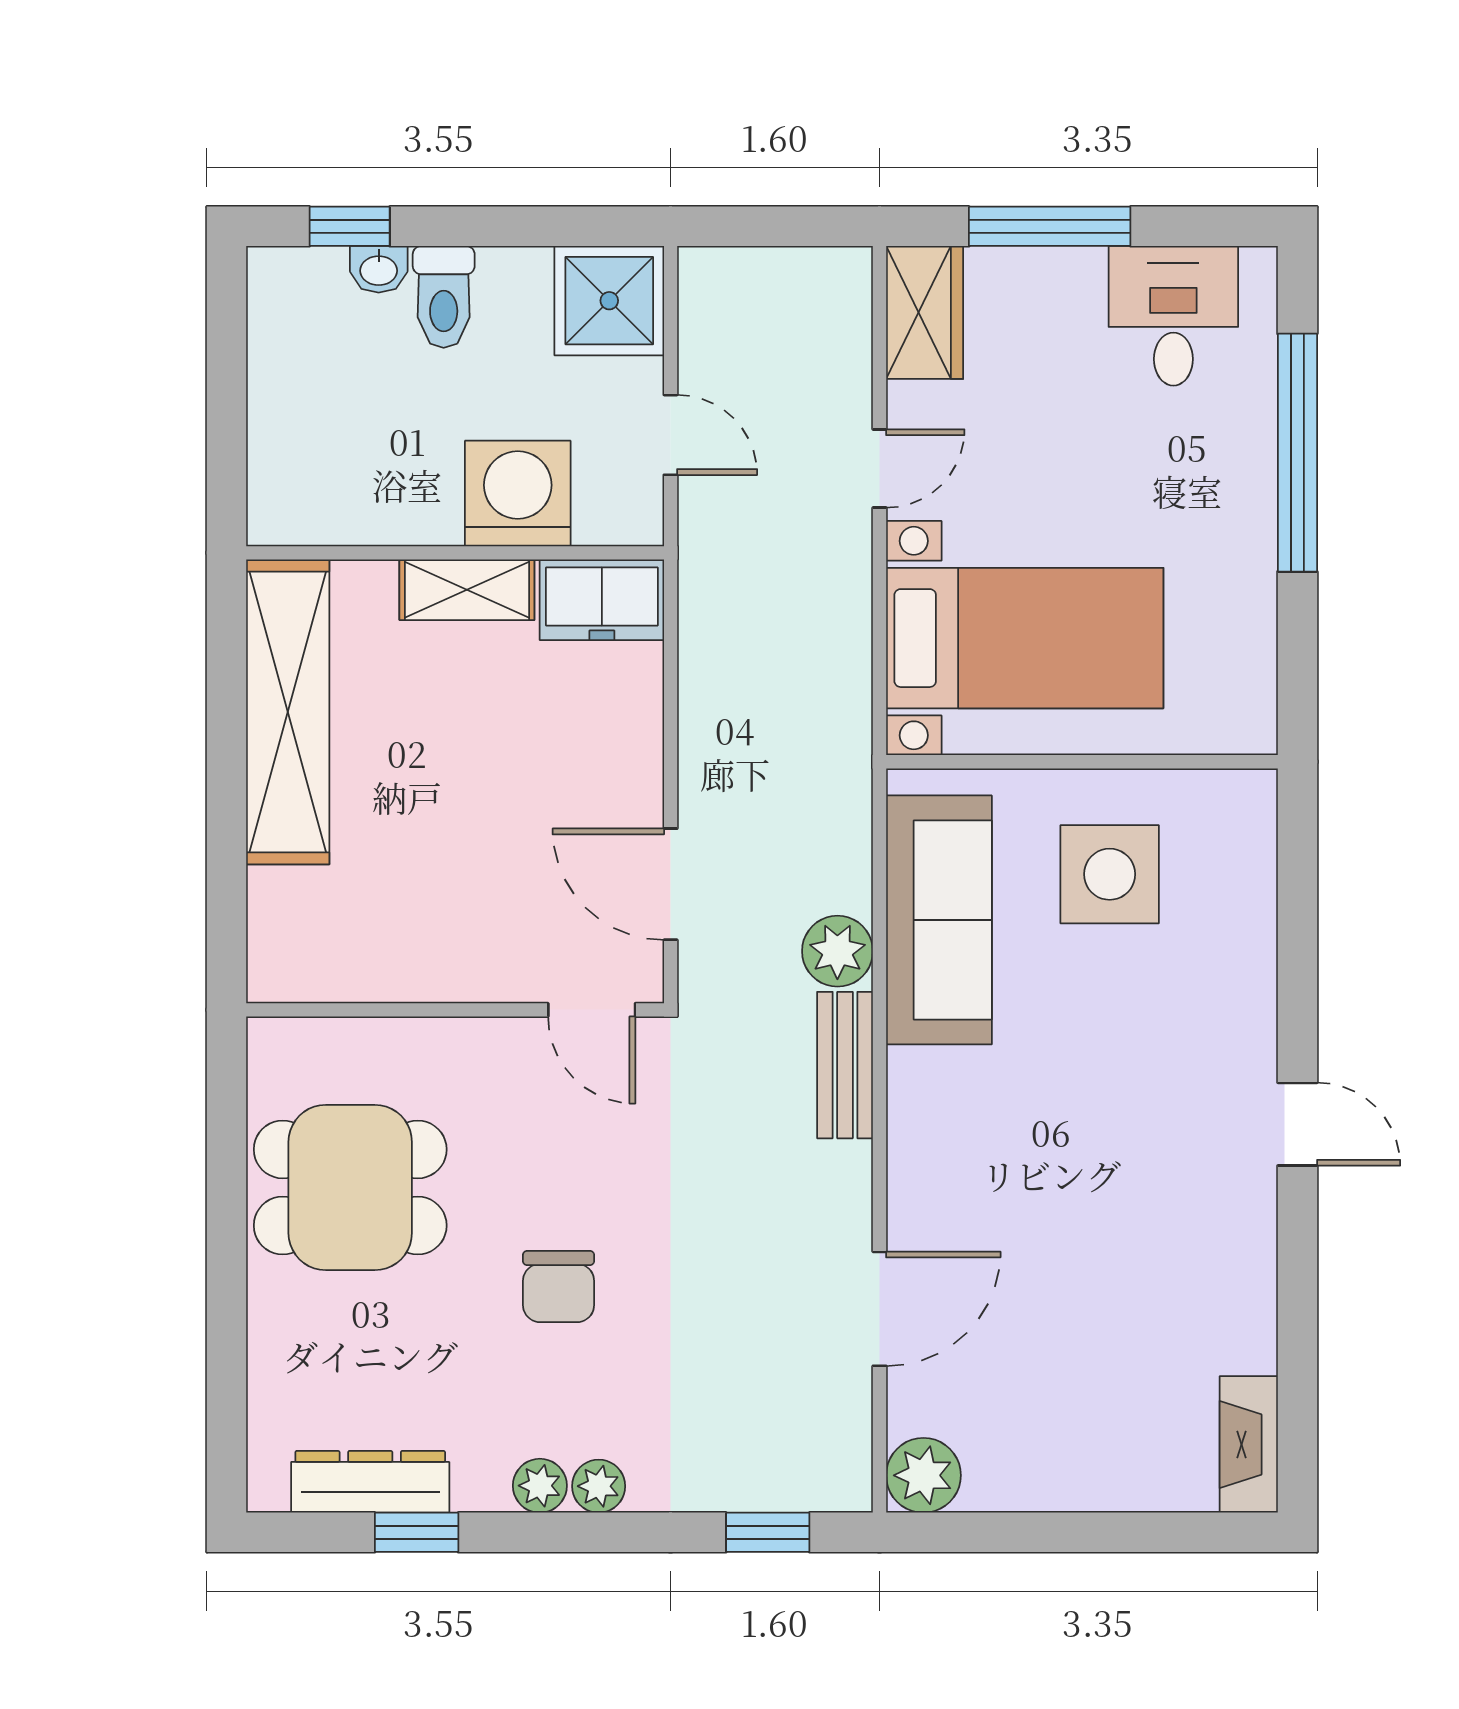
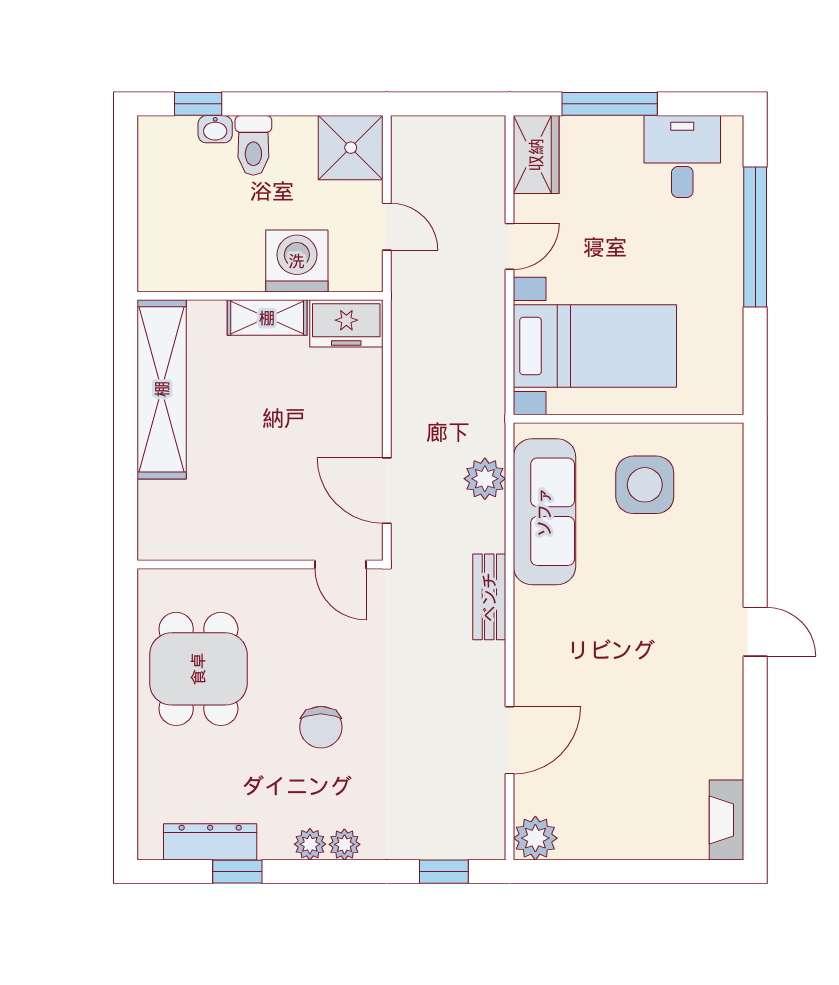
plant: (837, 951) -> (485, 479), moved
dining table: (350, 1187) -> (198, 669), turned 90

